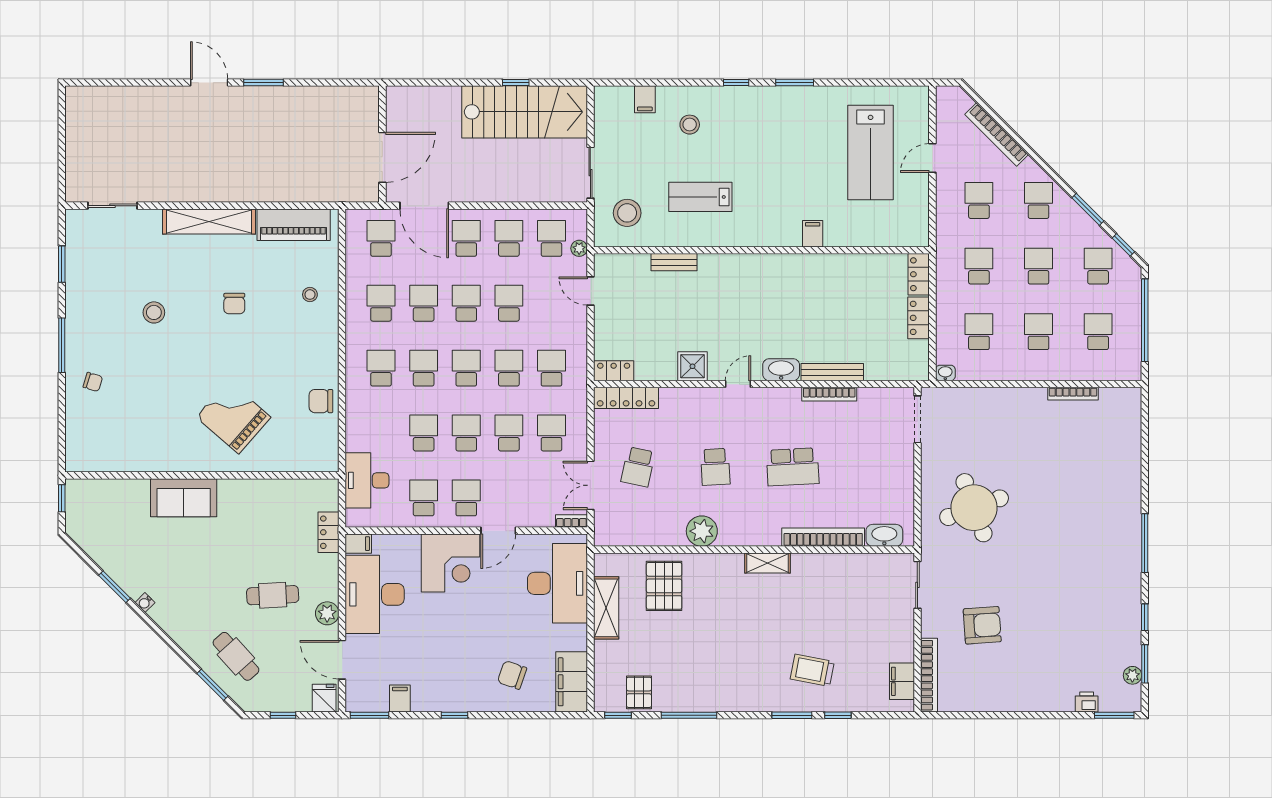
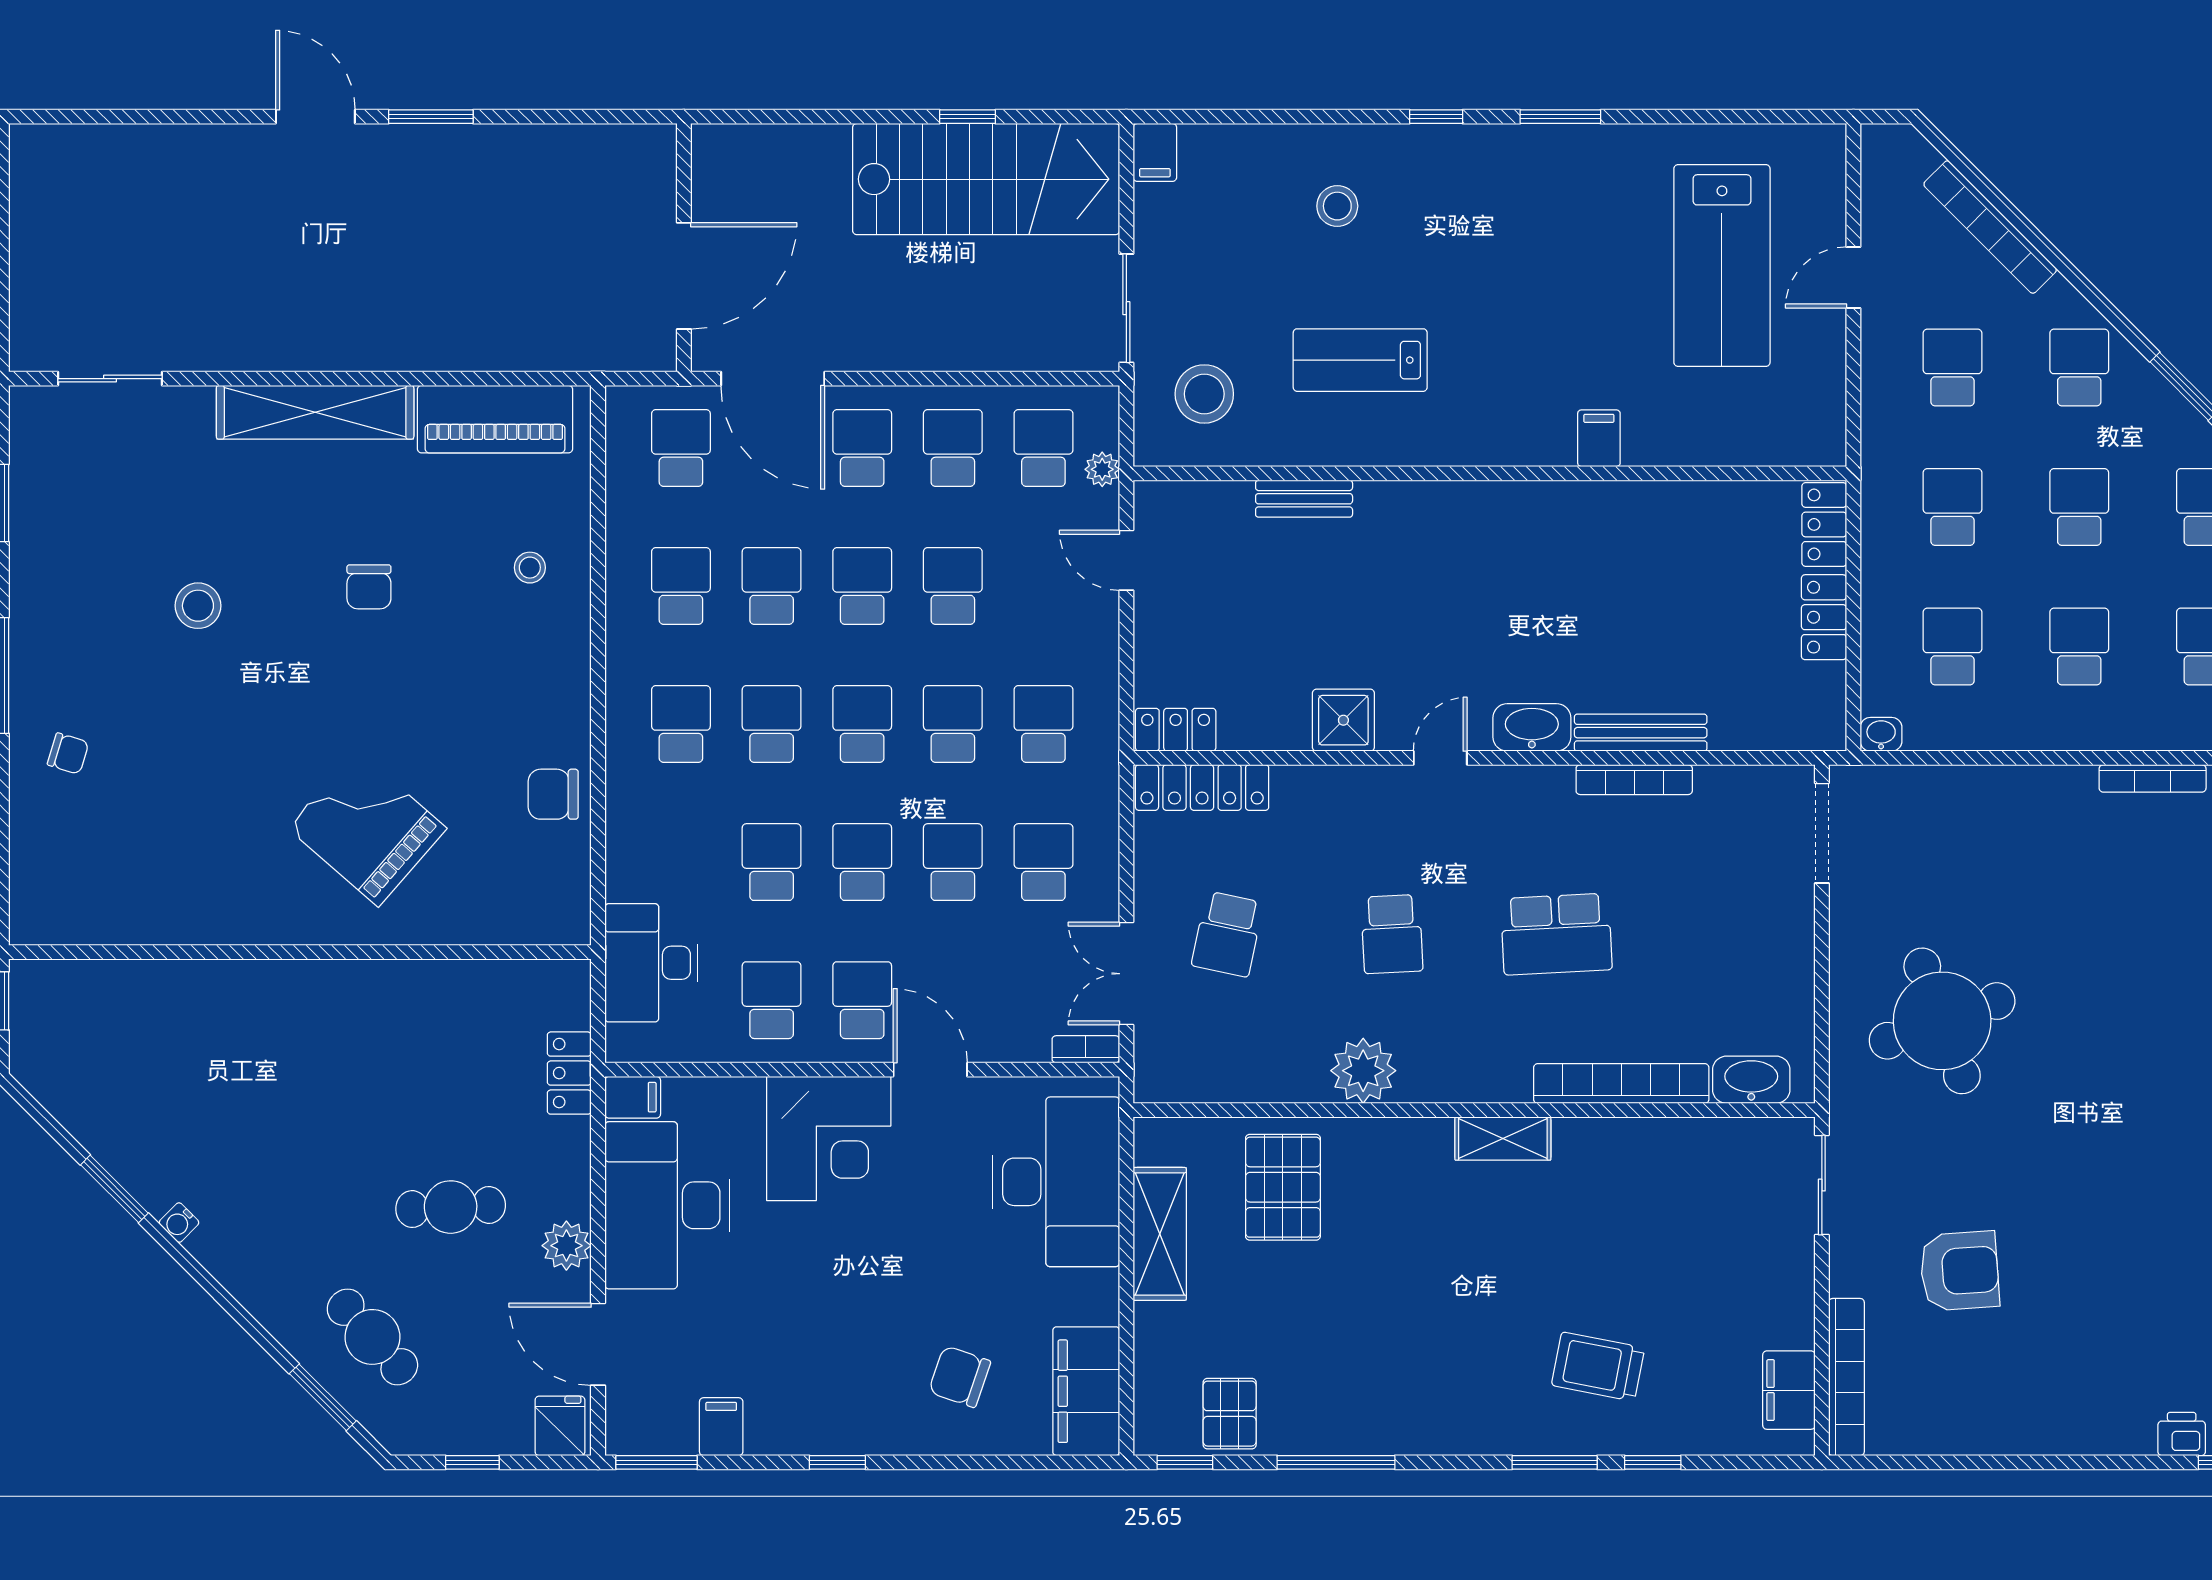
filing cabinet: (645, 99) -> (1155, 152), moved
sofa: (184, 498) -> (261, 1000), removed
door: (498, 531) -> (930, 1070), swing flipped

